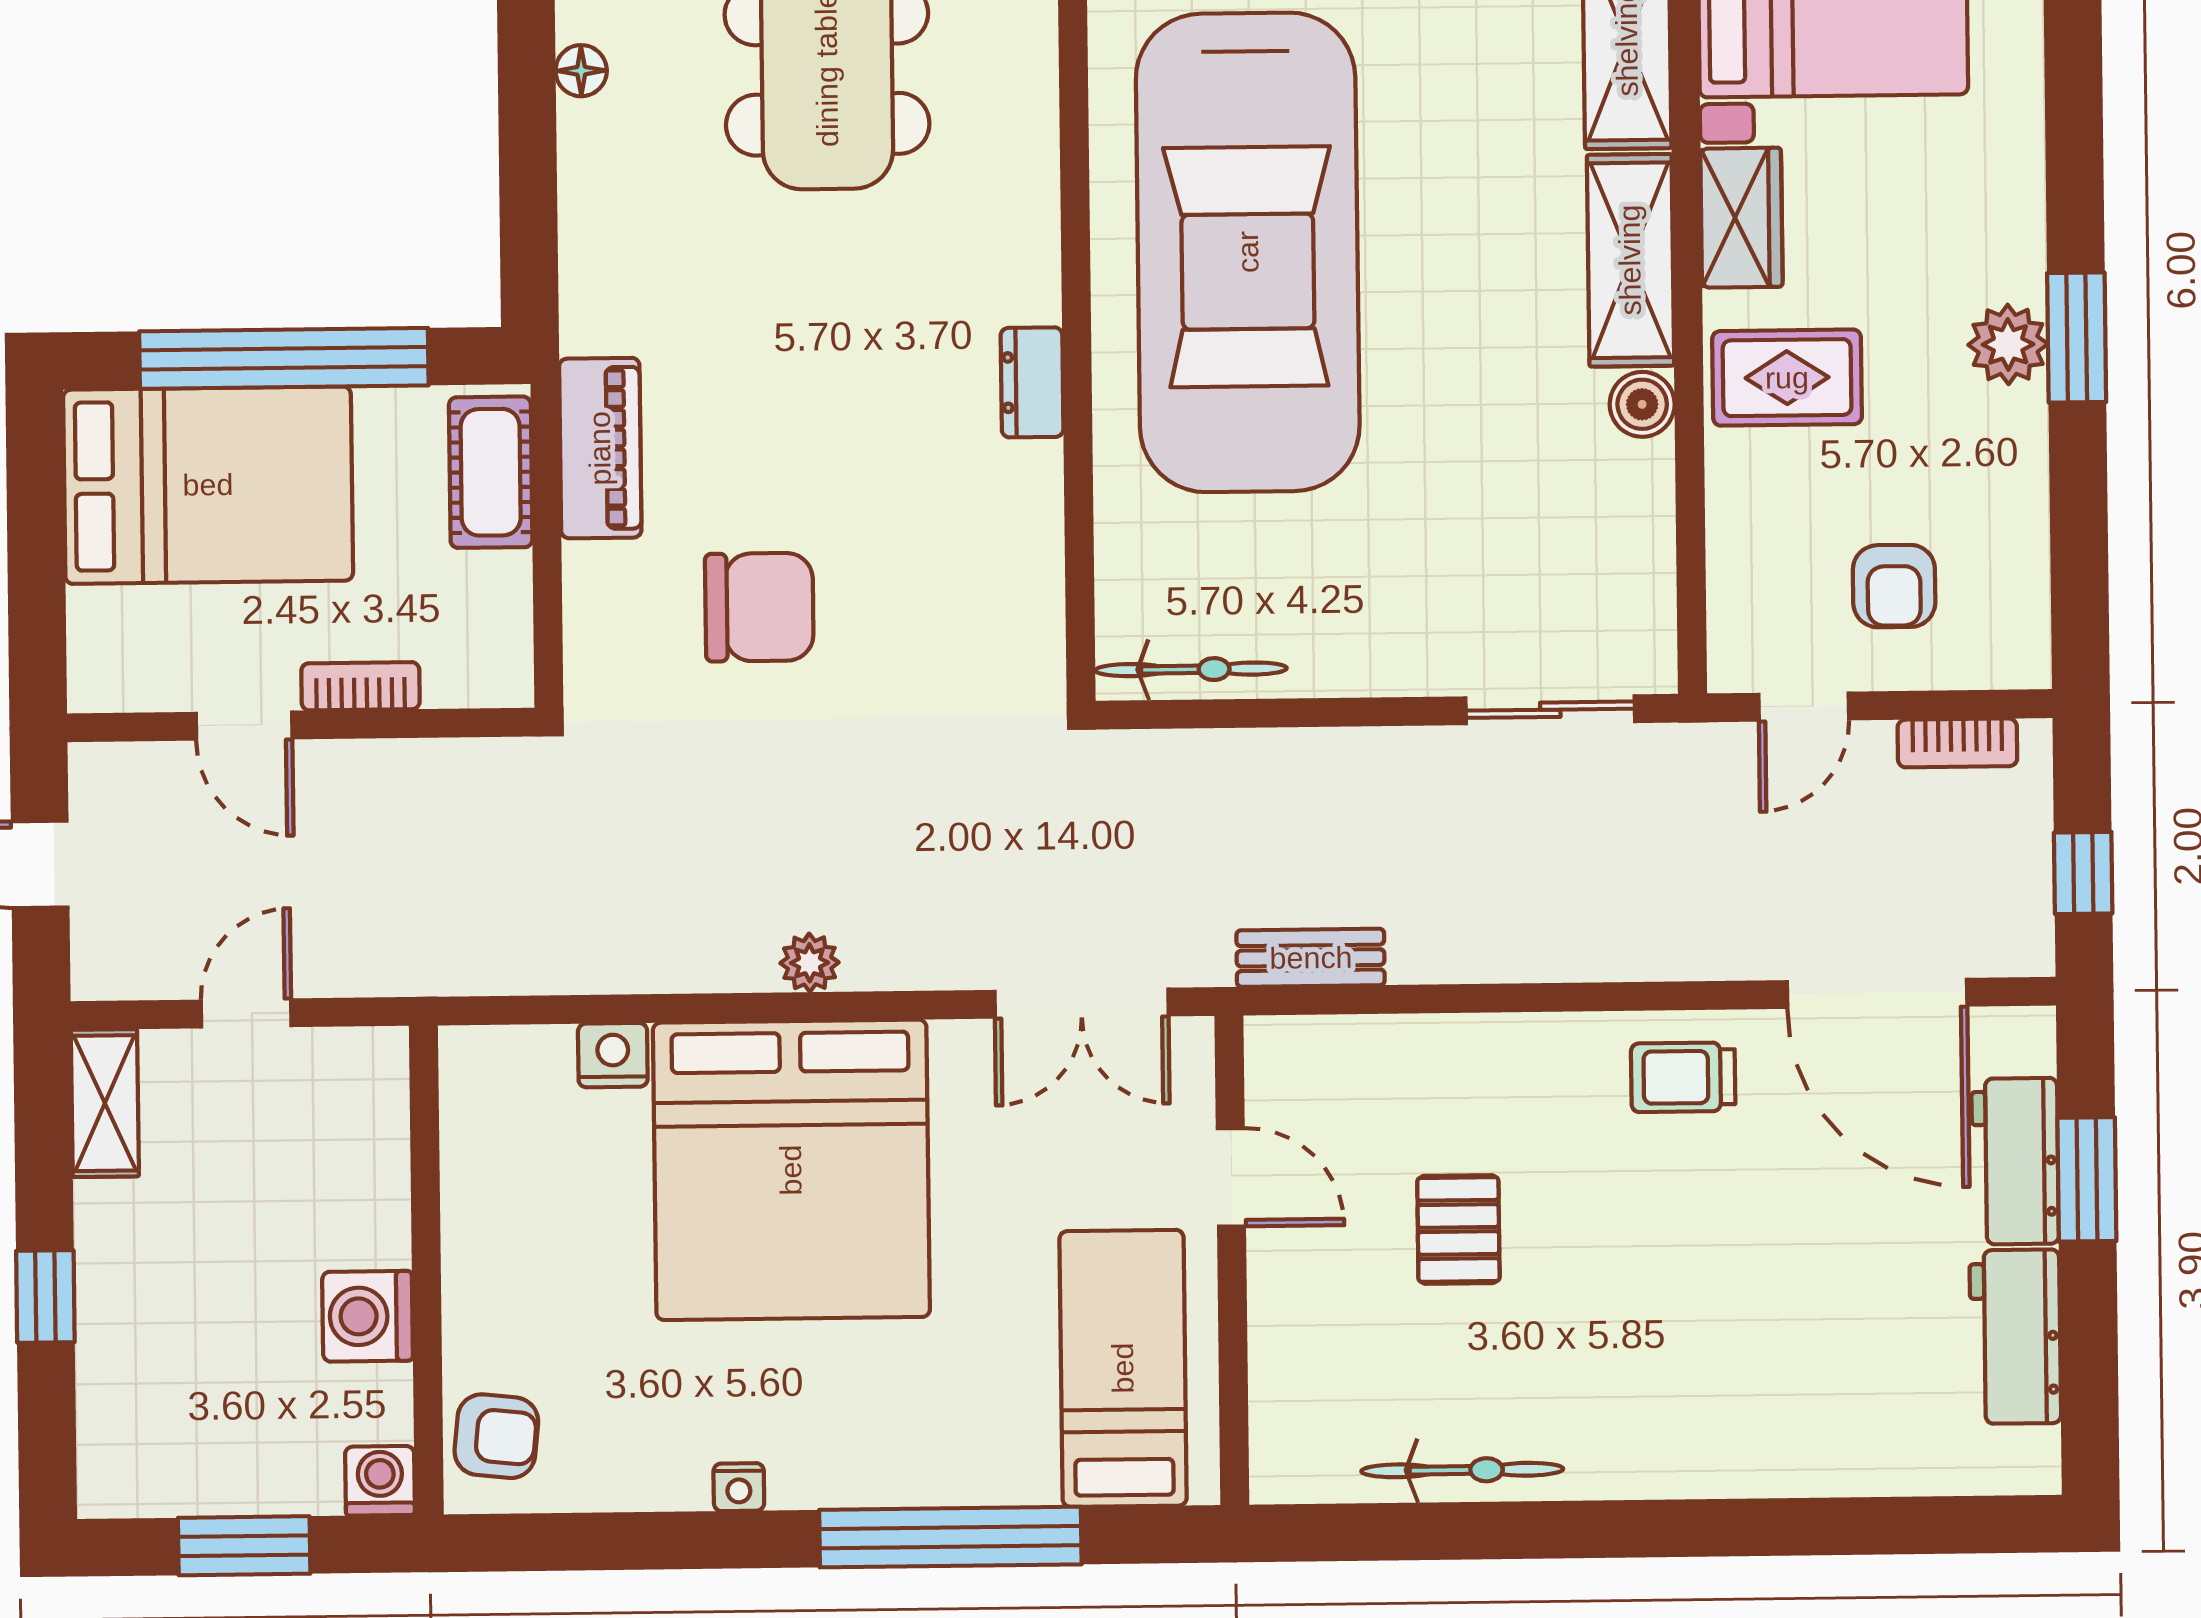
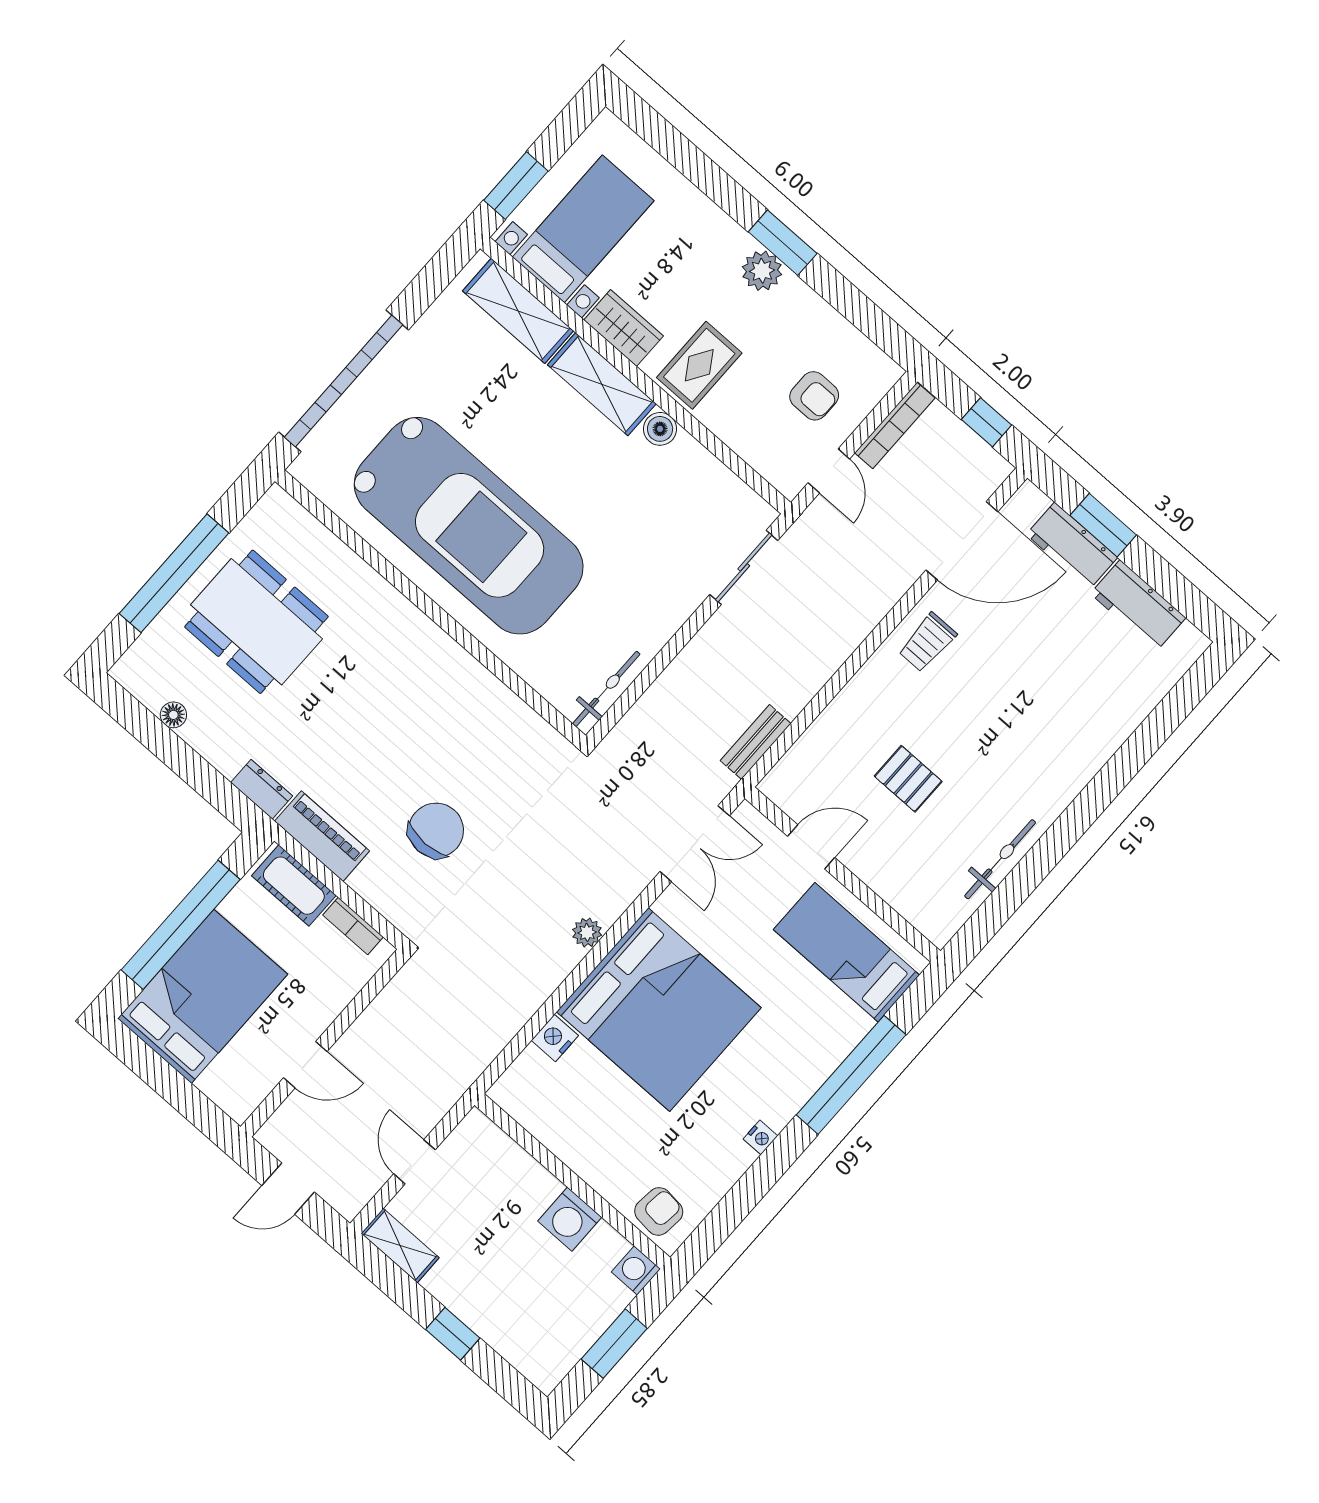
dresser: (1032, 382) -> (262, 789), moved, turned 180
bookcase: (360, 686) -> (353, 926), moved, turned -90
bookcase: (1957, 743) -> (895, 425), width x1.56

